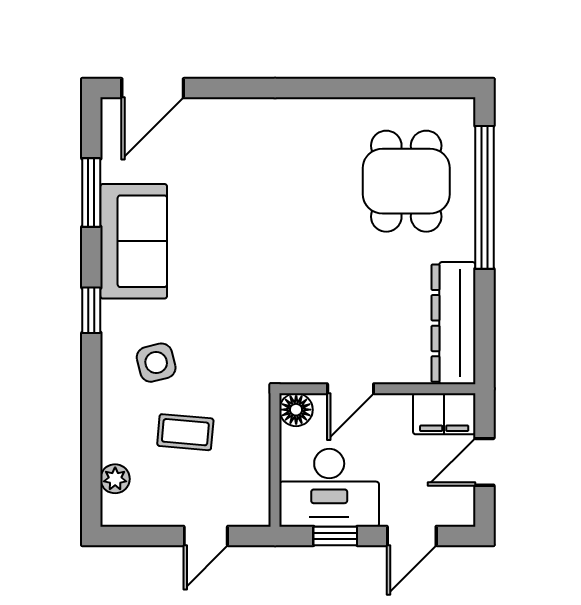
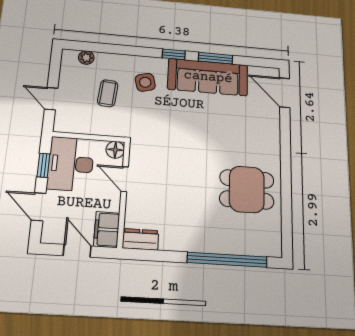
dining table: (406, 181) -> (247, 189), moved
window: (91, 193) -> (216, 58), moved
sofa: (134, 241) -> (208, 77), width x1.36
dresser: (453, 323) -> (141, 239), width x0.51, depth x0.80

